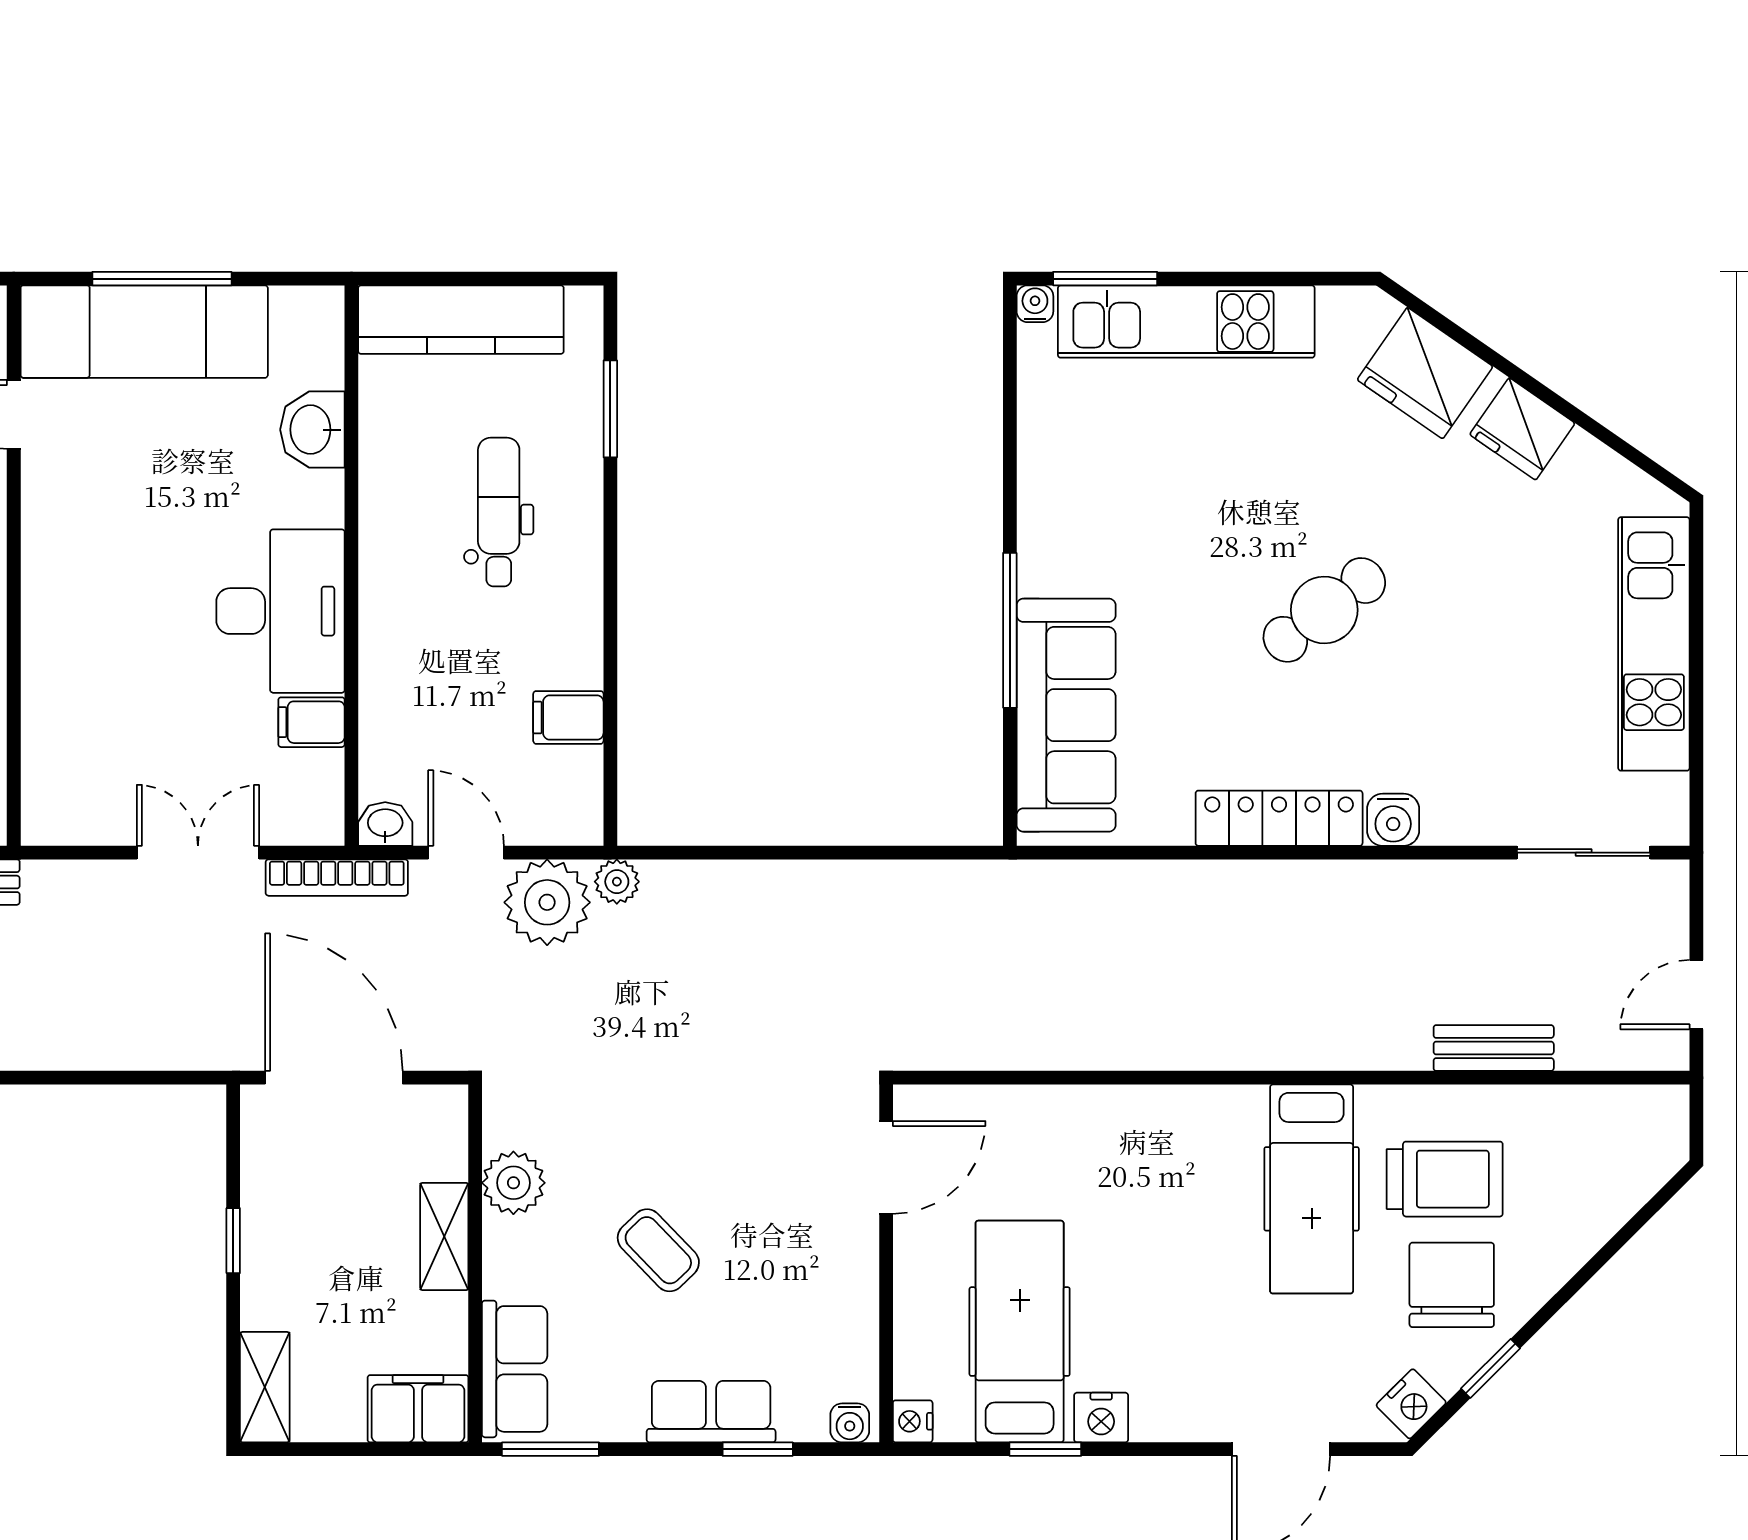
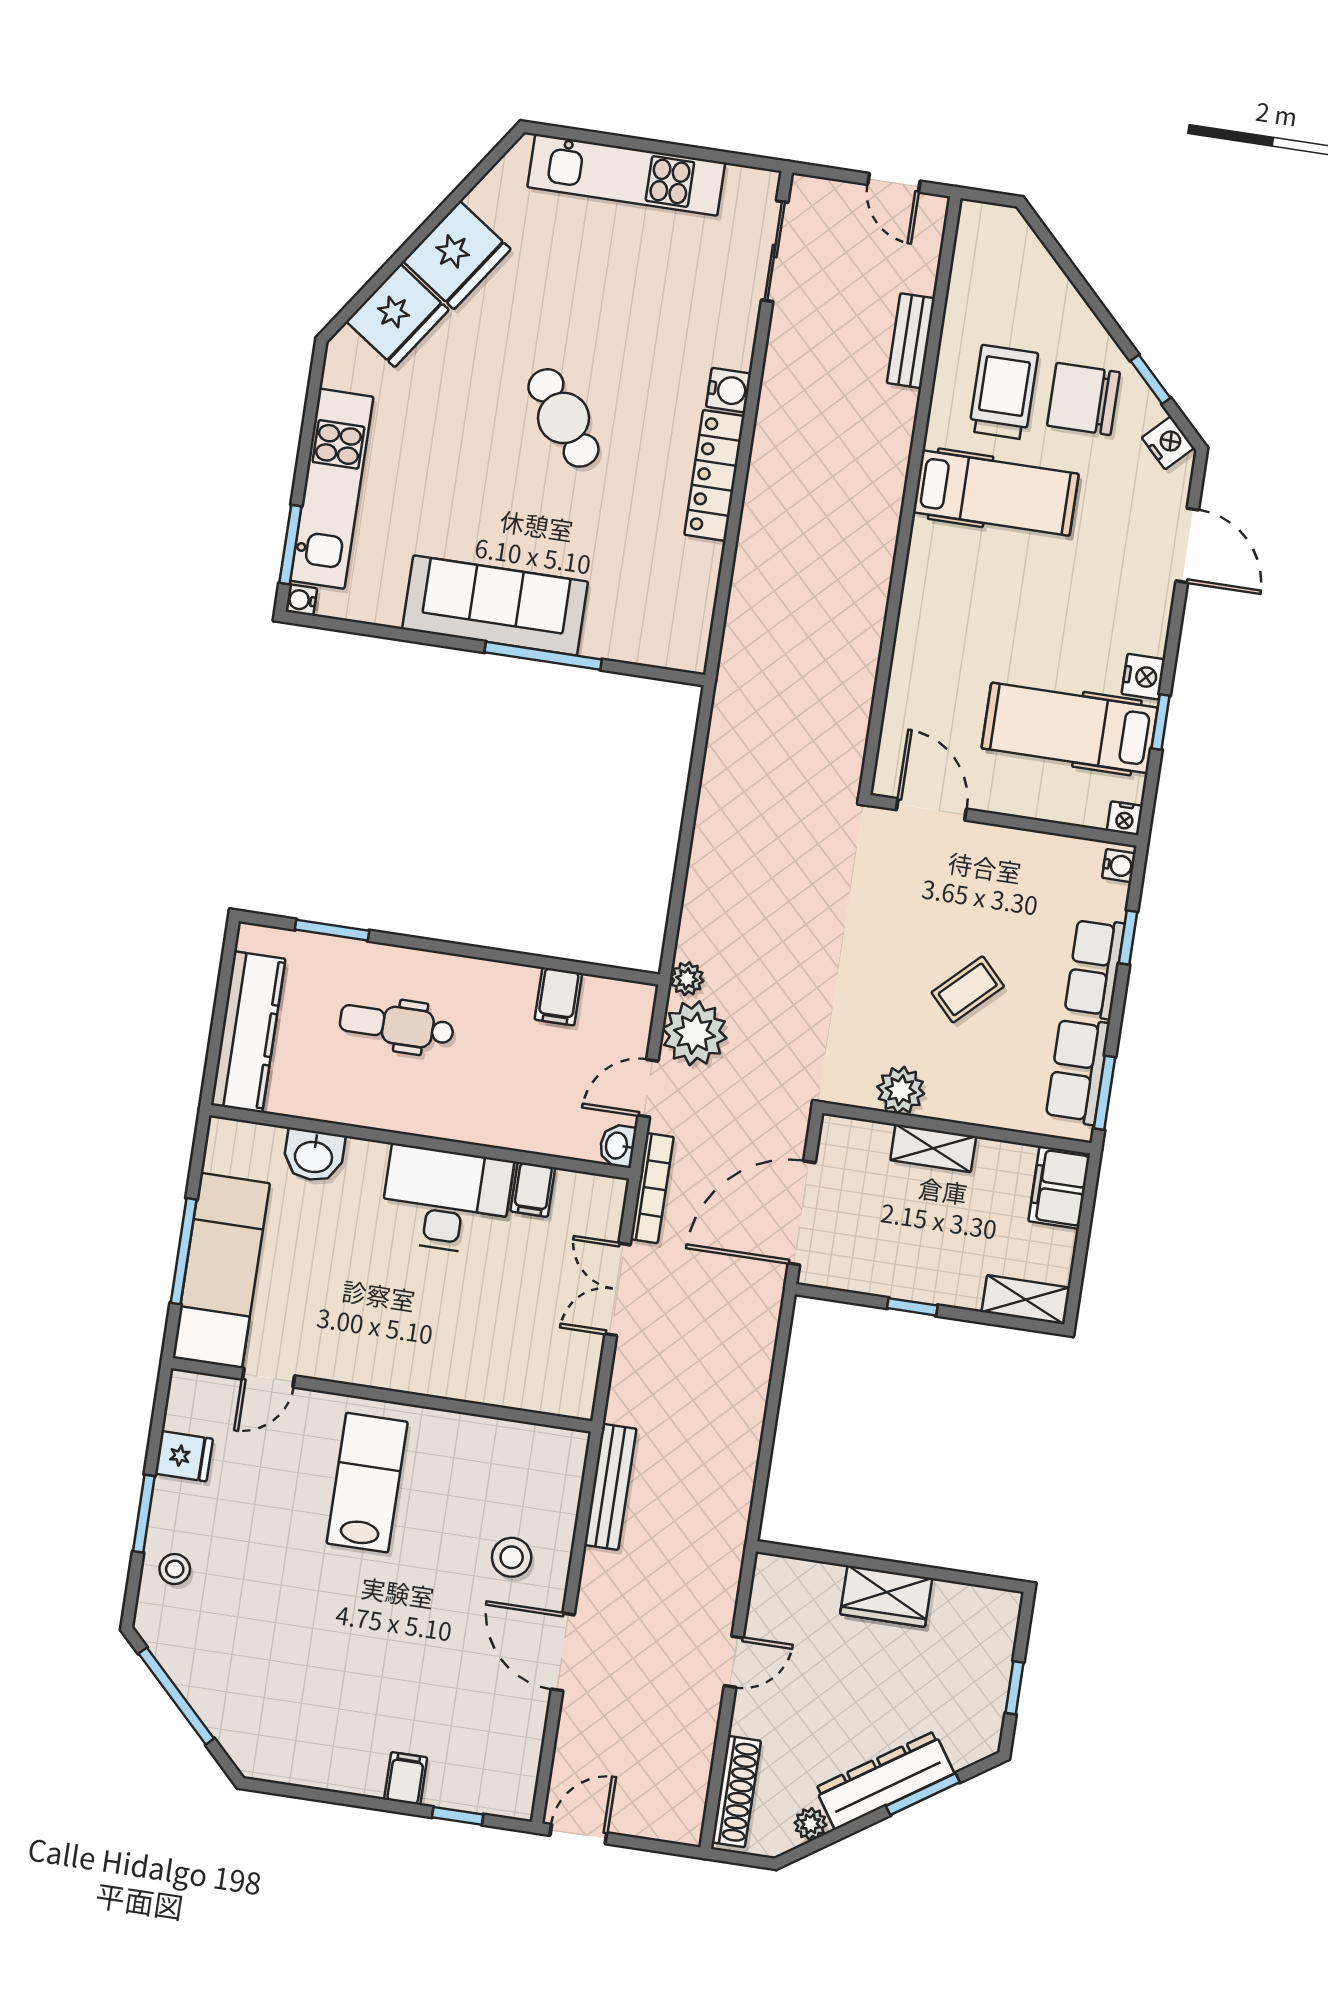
fridge: (1522, 429) -> (457, 255), width x1.36, depth x1.34
sofa: (1066, 715) -> (495, 605), moved
row of seats: (515, 1369) -> (1078, 1071), moved, turned -90

